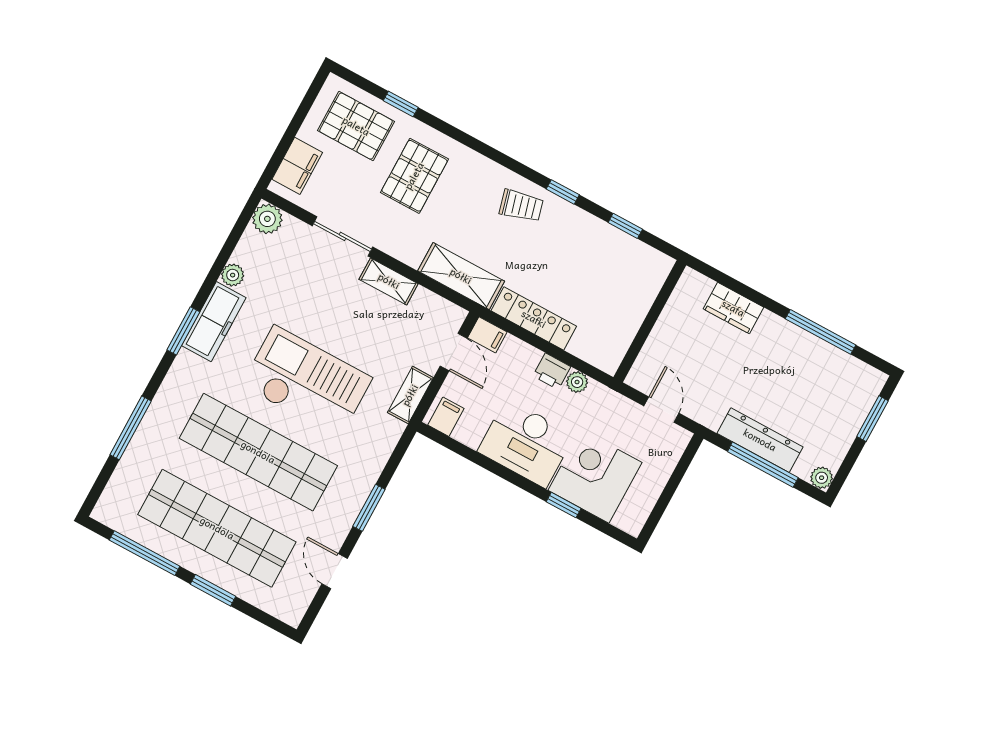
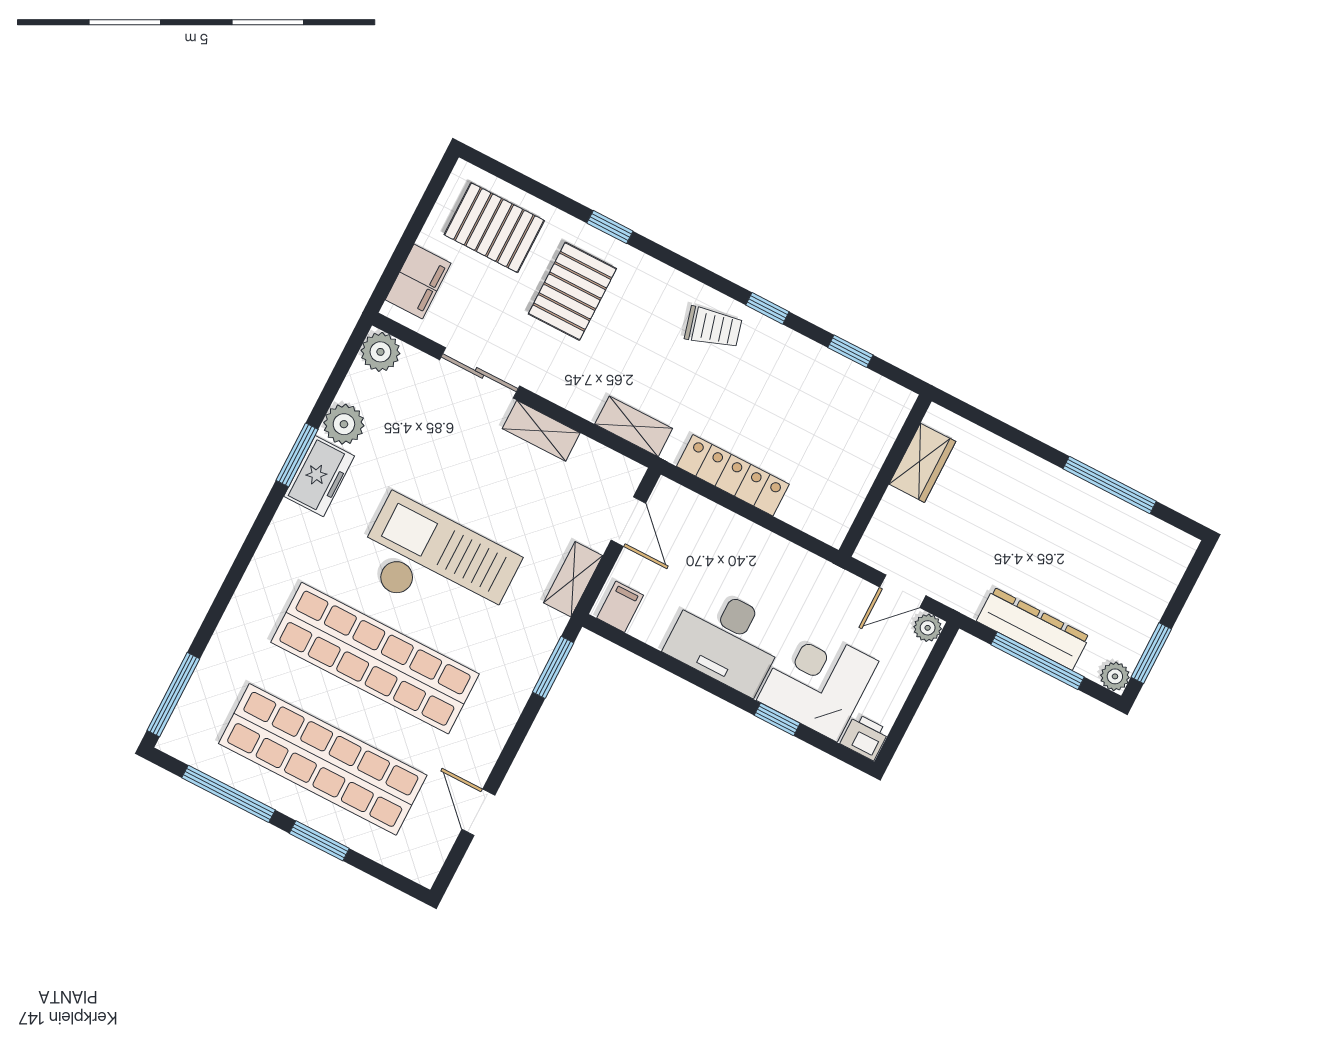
window: (401, 104) -> (610, 227), moved
plant: (233, 275) -> (344, 424), width x1.38, depth x1.38
shelving: (461, 276) -> (634, 426), width x0.67, depth x0.75
wardrobe: (733, 308) -> (922, 463), moved, turned -90
freezer: (214, 322) -> (319, 476), width x0.71
window: (183, 331) -> (297, 455), moved
filing cabinet: (487, 335) -> (672, 498), removed
printer: (552, 371) -> (865, 737), moved, turned 180
plant: (577, 382) -> (928, 628), moved
door: (661, 410) -> (903, 591), swing flipped
window: (872, 419) -> (1151, 653), moved
window: (131, 428) -> (173, 695), moved
window: (369, 508) -> (553, 667), moved

